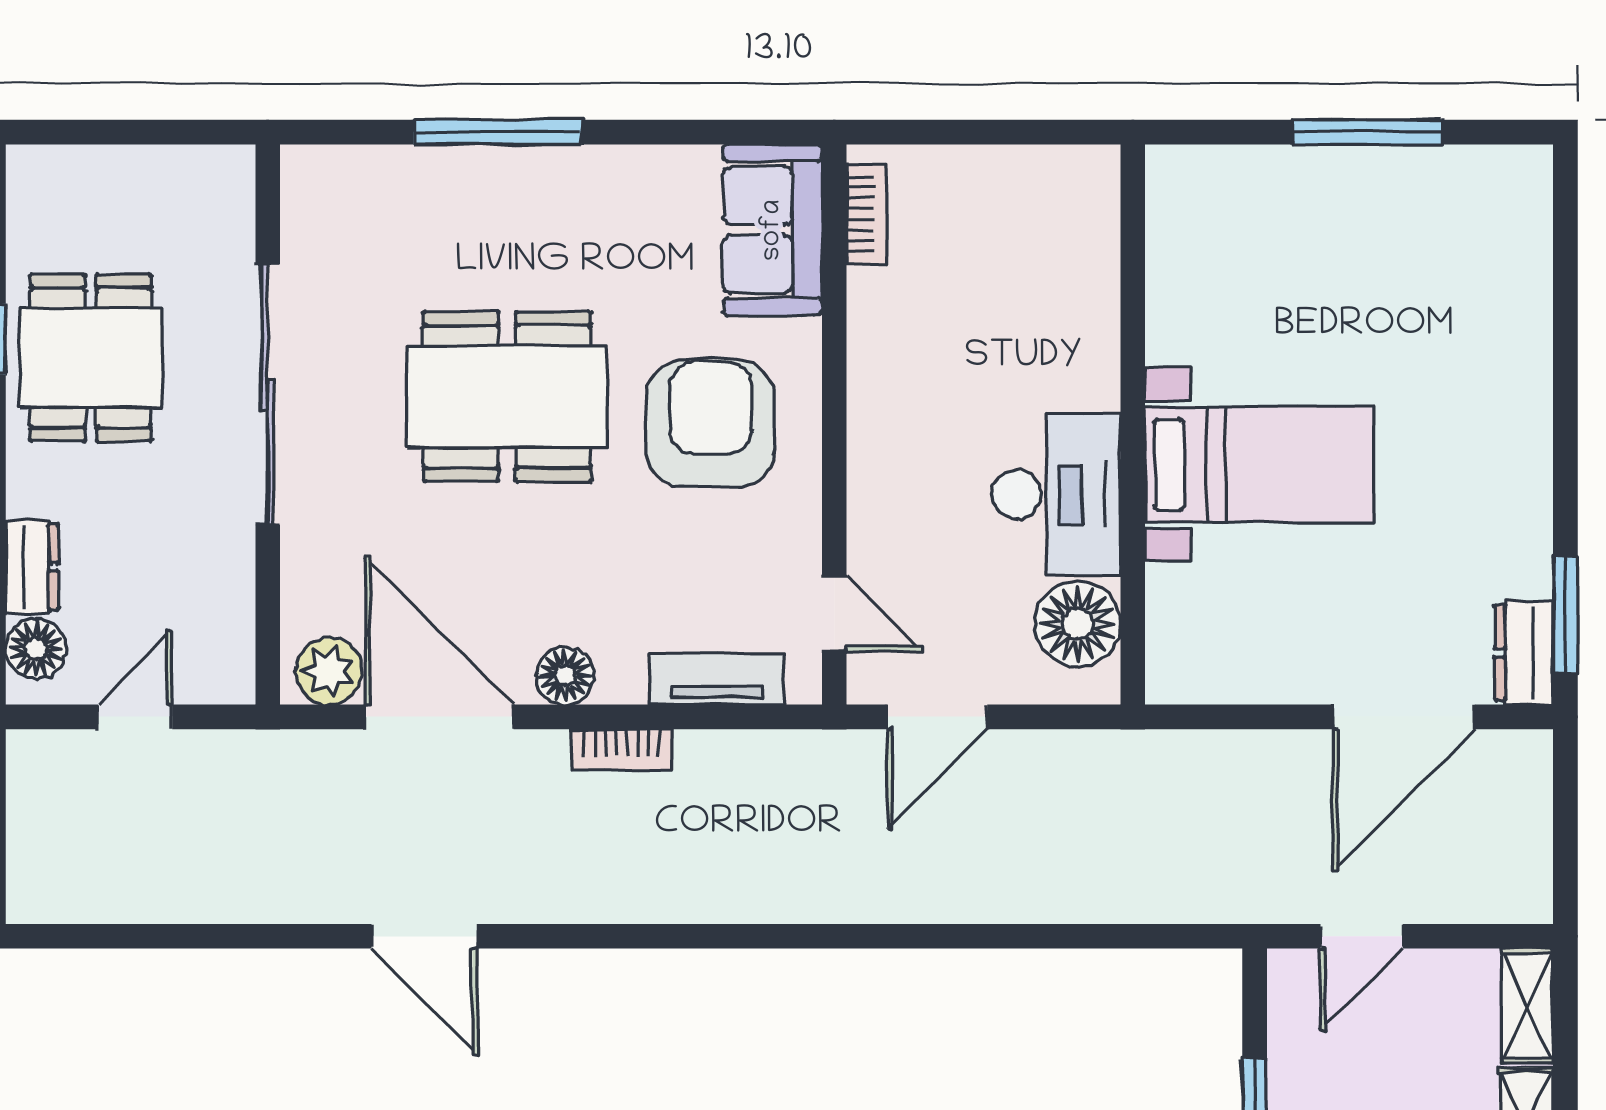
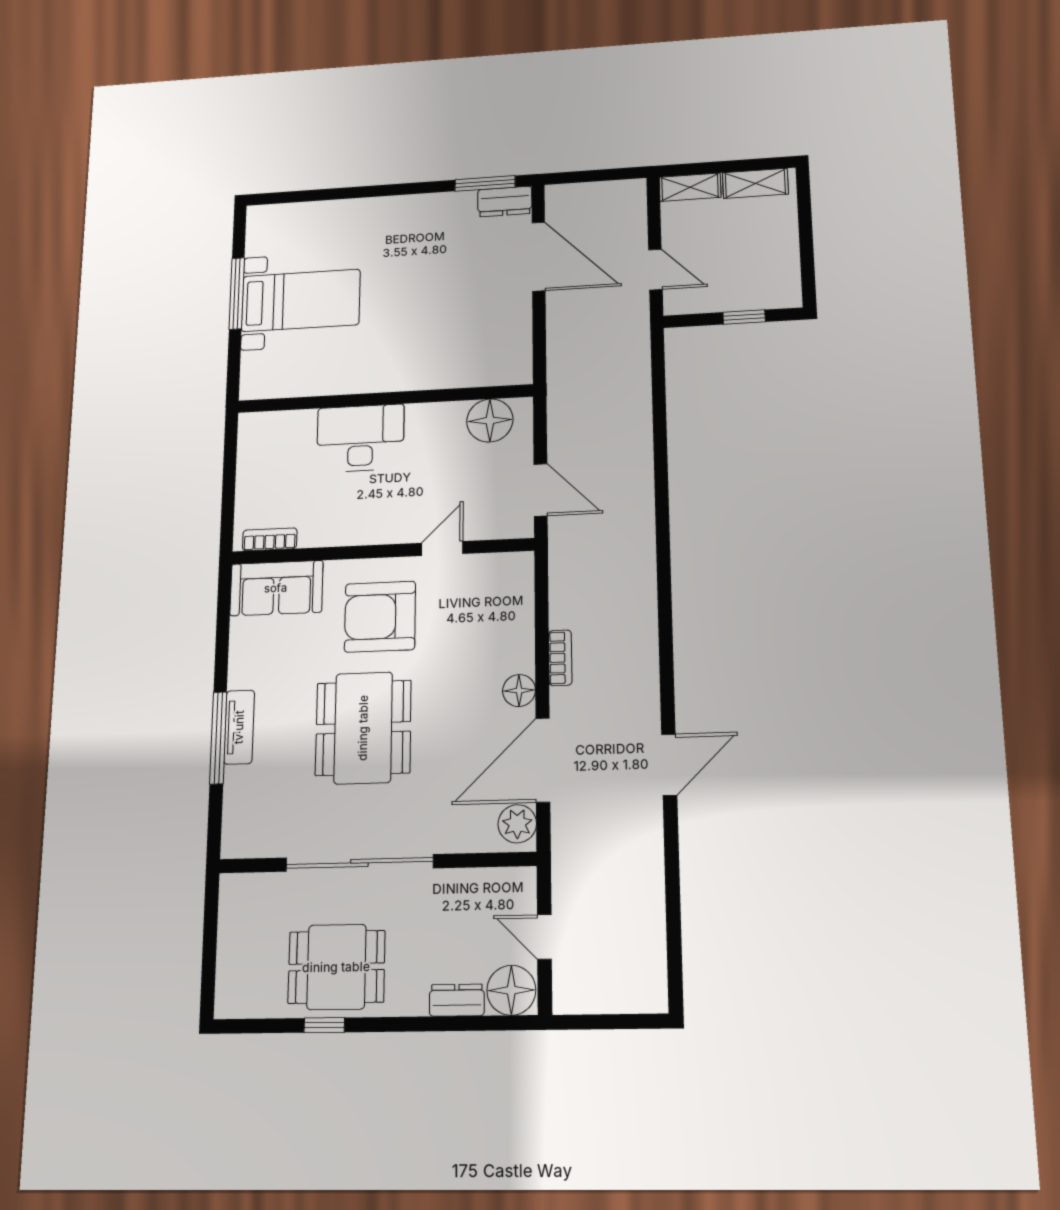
bed with nightstands: (1259, 465) -> (301, 300), moved, turned 90
desk: (1056, 494) -> (360, 438), moved
door: (834, 613) -> (442, 548), moved
floor lamp: (36, 649) -> (511, 990), width x1.38, depth x1.38
tv unit: (716, 679) -> (239, 727), moved, turned 180

